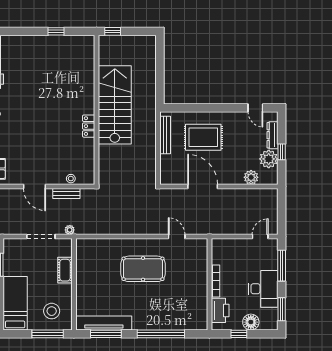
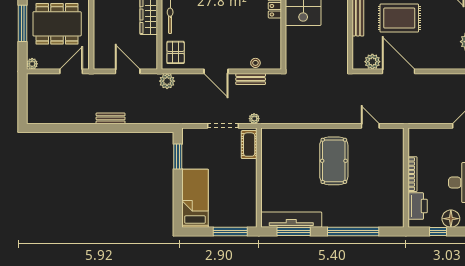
plant: (251, 177) -> (372, 62), moved
pool table: (143, 269) -> (334, 161), turned 90
cot: (65, 270) -> (249, 145), moved
stool: (52, 311) -> (235, 207), removed

